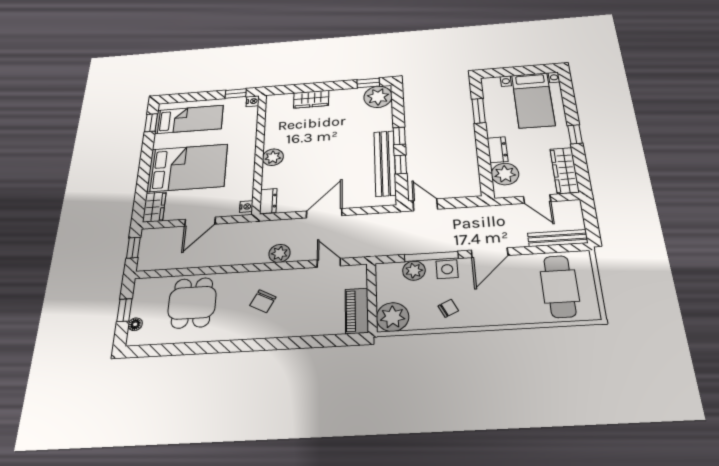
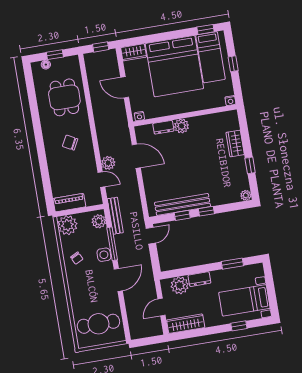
window: (368, 83) -> (250, 165), moved
window: (236, 94) -> (233, 64), moved
plant: (378, 97) -> (246, 195), width x0.53, depth x0.53
window: (575, 134) -> (239, 326), moved
bed: (187, 168) -> (174, 66), width x1.36
dresser: (268, 201) -> (163, 127), moved
door: (324, 213) -> (136, 156), moved
bench: (558, 238) -> (115, 216), moved
plant: (279, 253) -> (108, 163), moved
door: (490, 253) -> (118, 280), swing flipped
door: (329, 263) -> (101, 180), hinge flipped
plant: (414, 271) -> (99, 221), moved
dining table: (192, 303) -> (64, 97), turned 90

